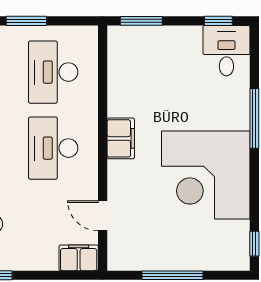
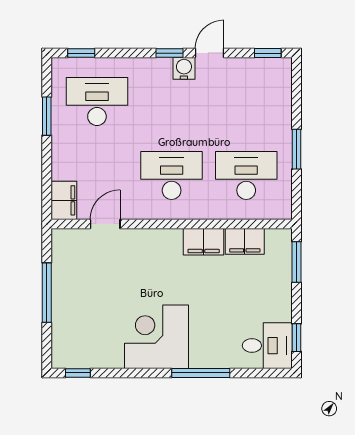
filing cabinet: (120, 73) -> (245, 241), added
filing cabinet: (121, 138) -> (204, 242), moved
corner desk: (206, 175) -> (157, 337), width x0.74, depth x0.74

